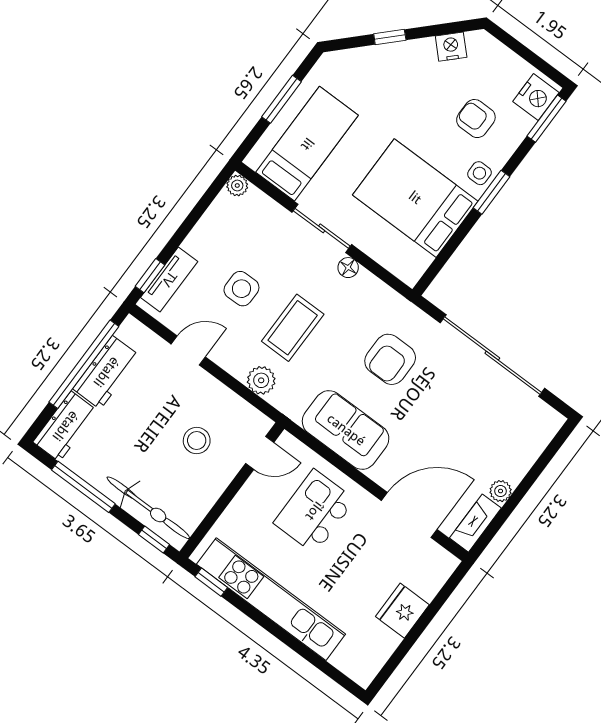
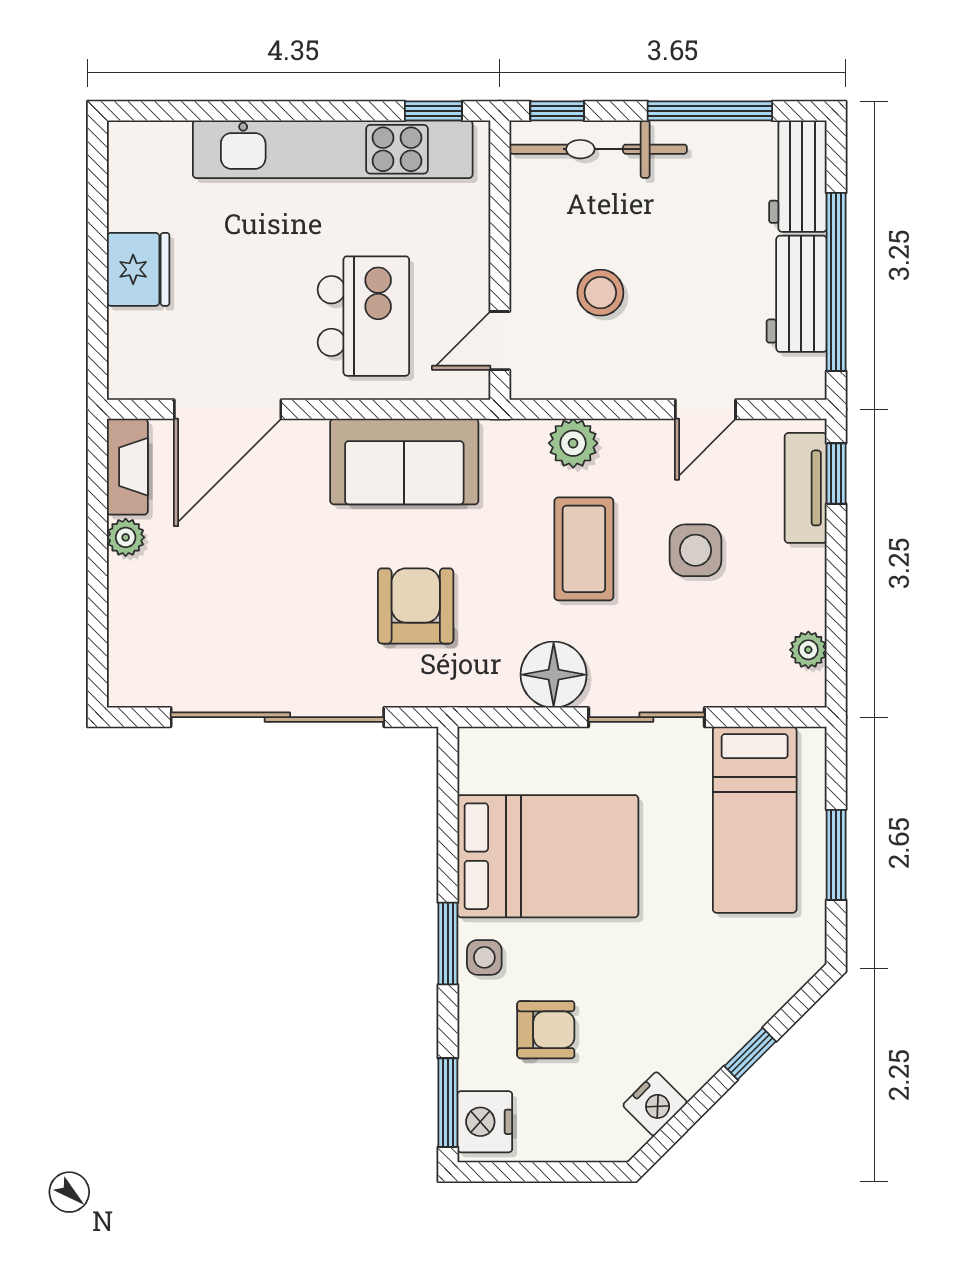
plant: (237, 186) -> (808, 650), moved
floor lamp: (348, 268) -> (554, 675), width x1.89, depth x1.89

